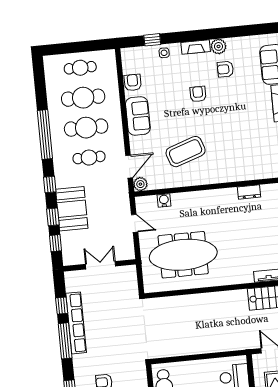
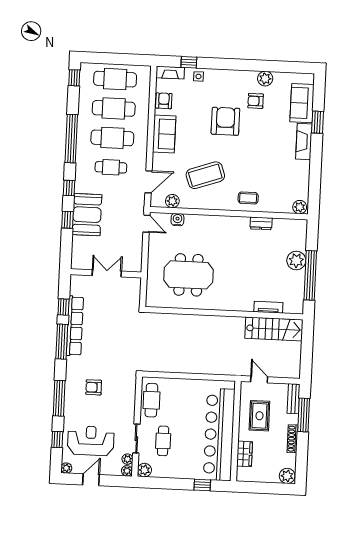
plant: (219, 46) -> (265, 79), moved
fireplace: (196, 47) -> (170, 73), moved
cafe table: (80, 68) -> (115, 79), width x1.37, depth x1.35
armchair: (198, 94) -> (225, 121), width x1.88, depth x1.88
coffee table: (232, 168) -> (248, 198), added
plant: (140, 184) -> (172, 201), moved
door: (135, 223) -> (146, 224), moved
window: (56, 243) -> (74, 78), moved
meeting table: (183, 255) -> (188, 275), width x0.73

